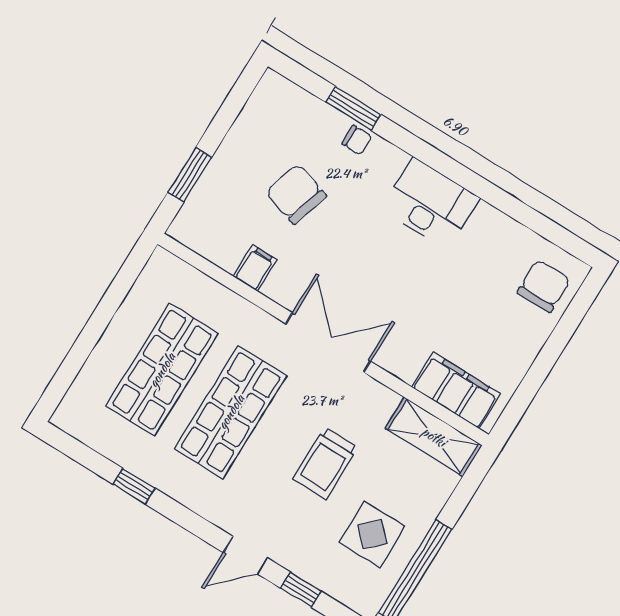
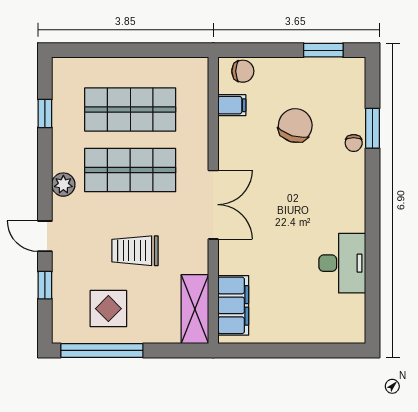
window: (190, 175) -> (323, 50), moved
desk: (430, 203) -> (342, 263), moved
filing cabinet: (255, 268) -> (232, 105), moved
chair: (544, 286) -> (243, 71), moved, width x0.73, depth x0.73
window: (134, 486) -> (45, 113), moved
plant: (200, 498) -> (63, 185), added

